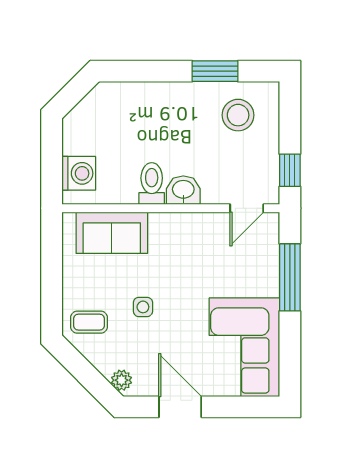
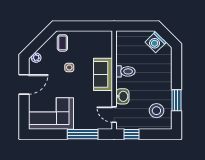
washing machine: (79, 173) -> (156, 42), moved, turned 45
washbasin: (183, 190) -> (122, 96), moved
sofa: (112, 233) -> (103, 74), moved

